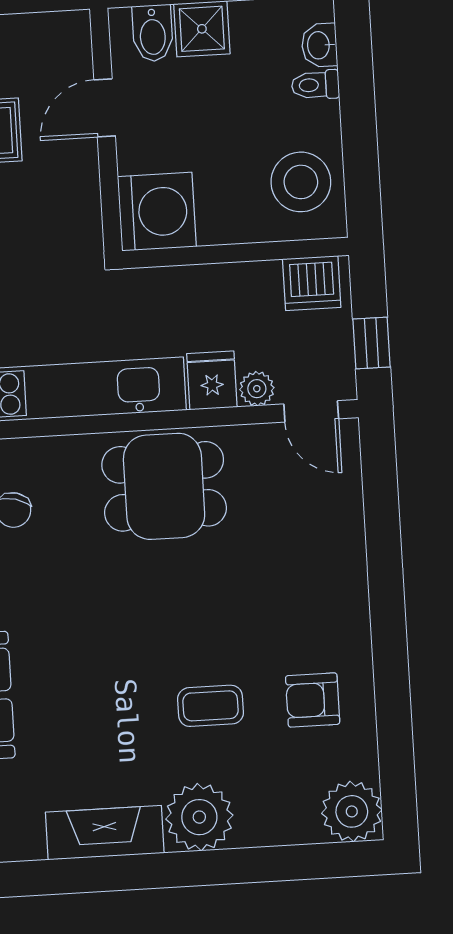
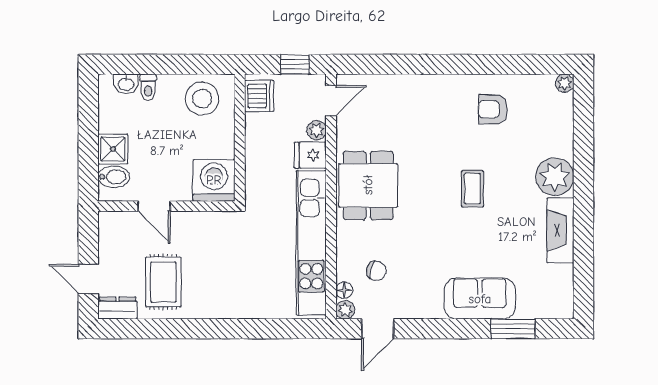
armchair: (313, 700) -> (493, 109), turned 90
coffee table: (210, 706) -> (472, 189), moved
plant: (352, 811) -> (565, 83), width x0.53, depth x0.53

